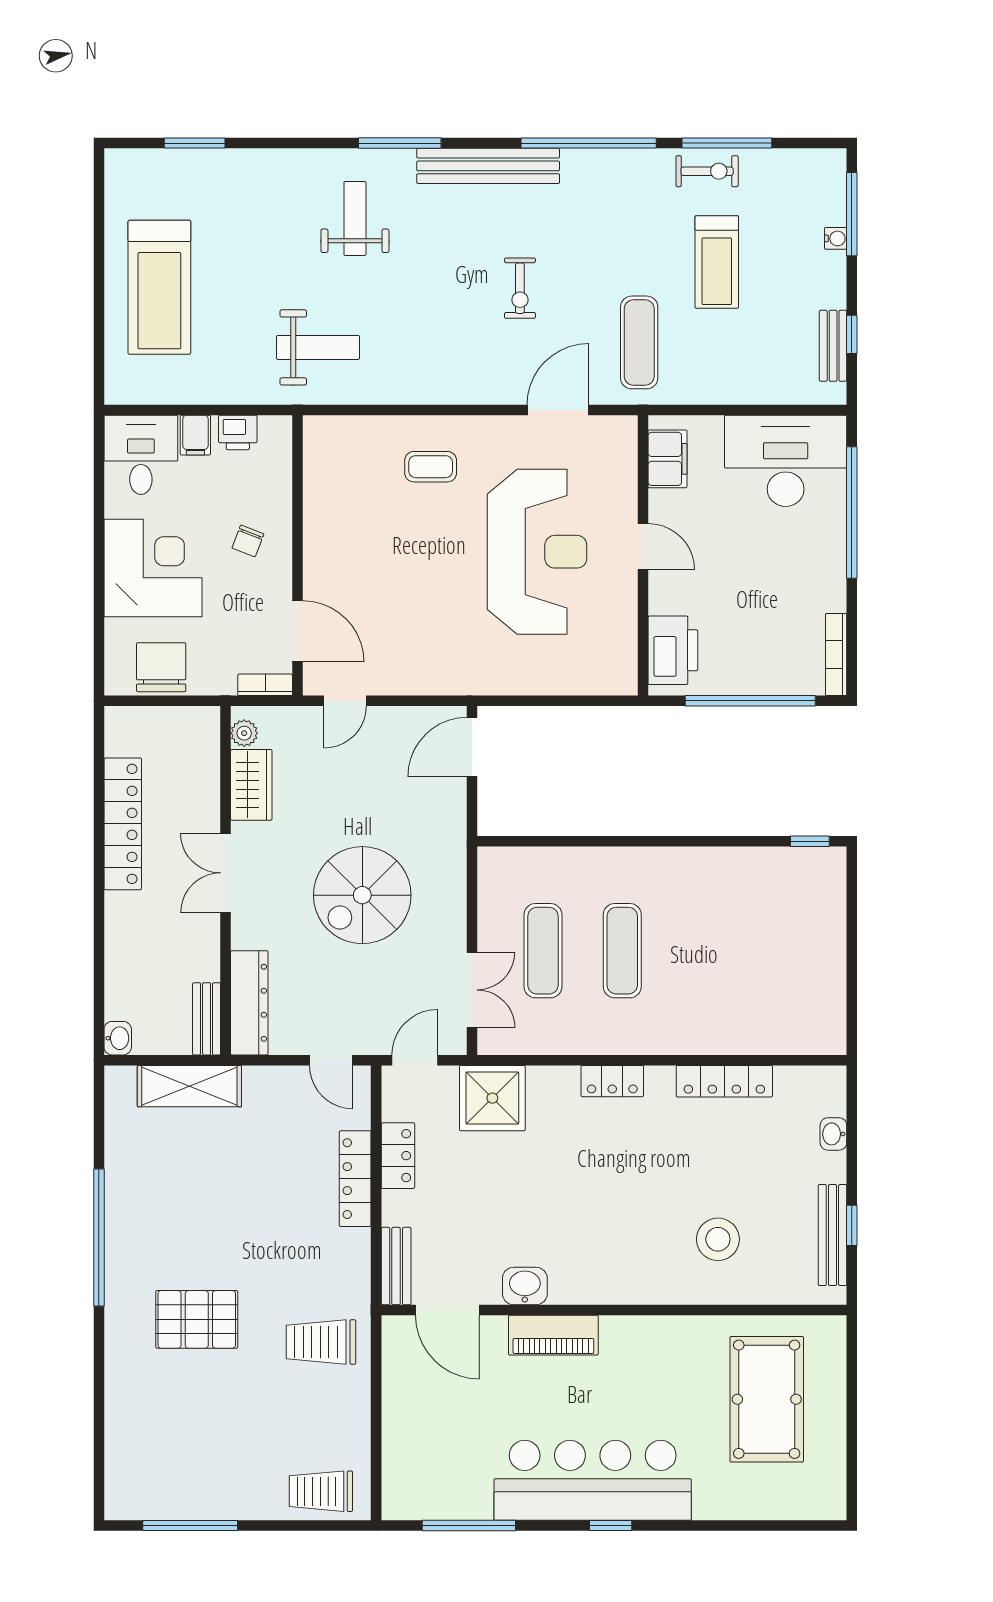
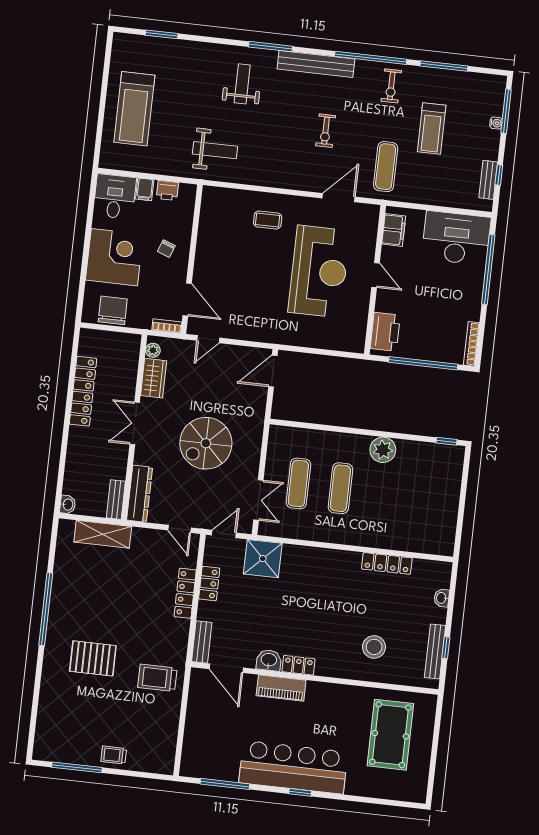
exercise bike: (707, 171) -> (391, 86), moved, turned 90
plant: (693, 870) -> (383, 450), added
locker: (612, 1081) -> (298, 665), moved, turned 180
trolley: (321, 1491) -> (114, 755), moved, width x0.73, depth x0.72

